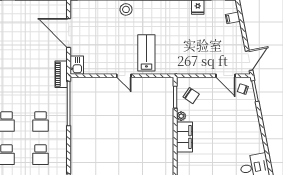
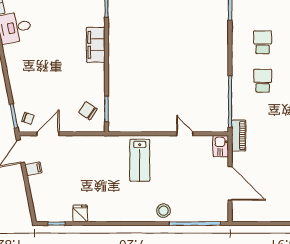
filing cabinet: (233, 18) -> (33, 169), moved
door: (124, 76) -> (185, 134), moved
door: (226, 76) -> (48, 134), hinge flipped
plant: (181, 116) -> (99, 87), removed
filing cabinet: (184, 137) -> (96, 45), moved

